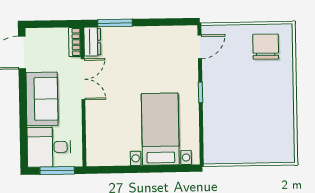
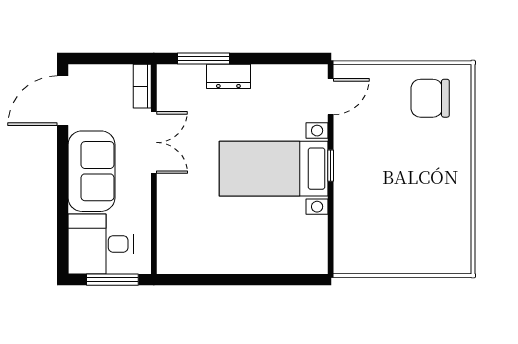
dresser: (92, 42) -> (228, 76), moved, turned 90
chair: (266, 47) -> (430, 98), turned -90
bed with nightstands: (160, 129) -> (274, 169), moved, turned -90

